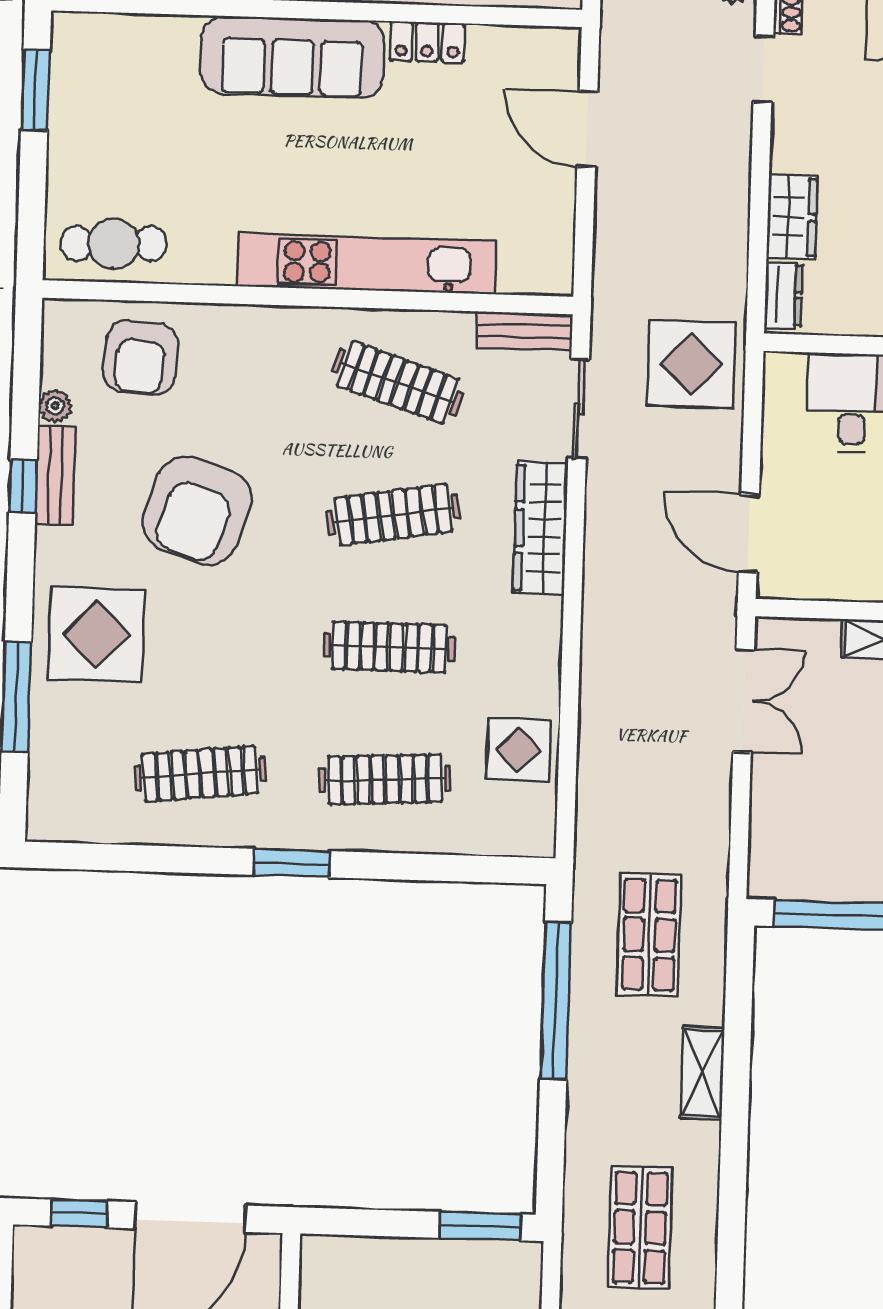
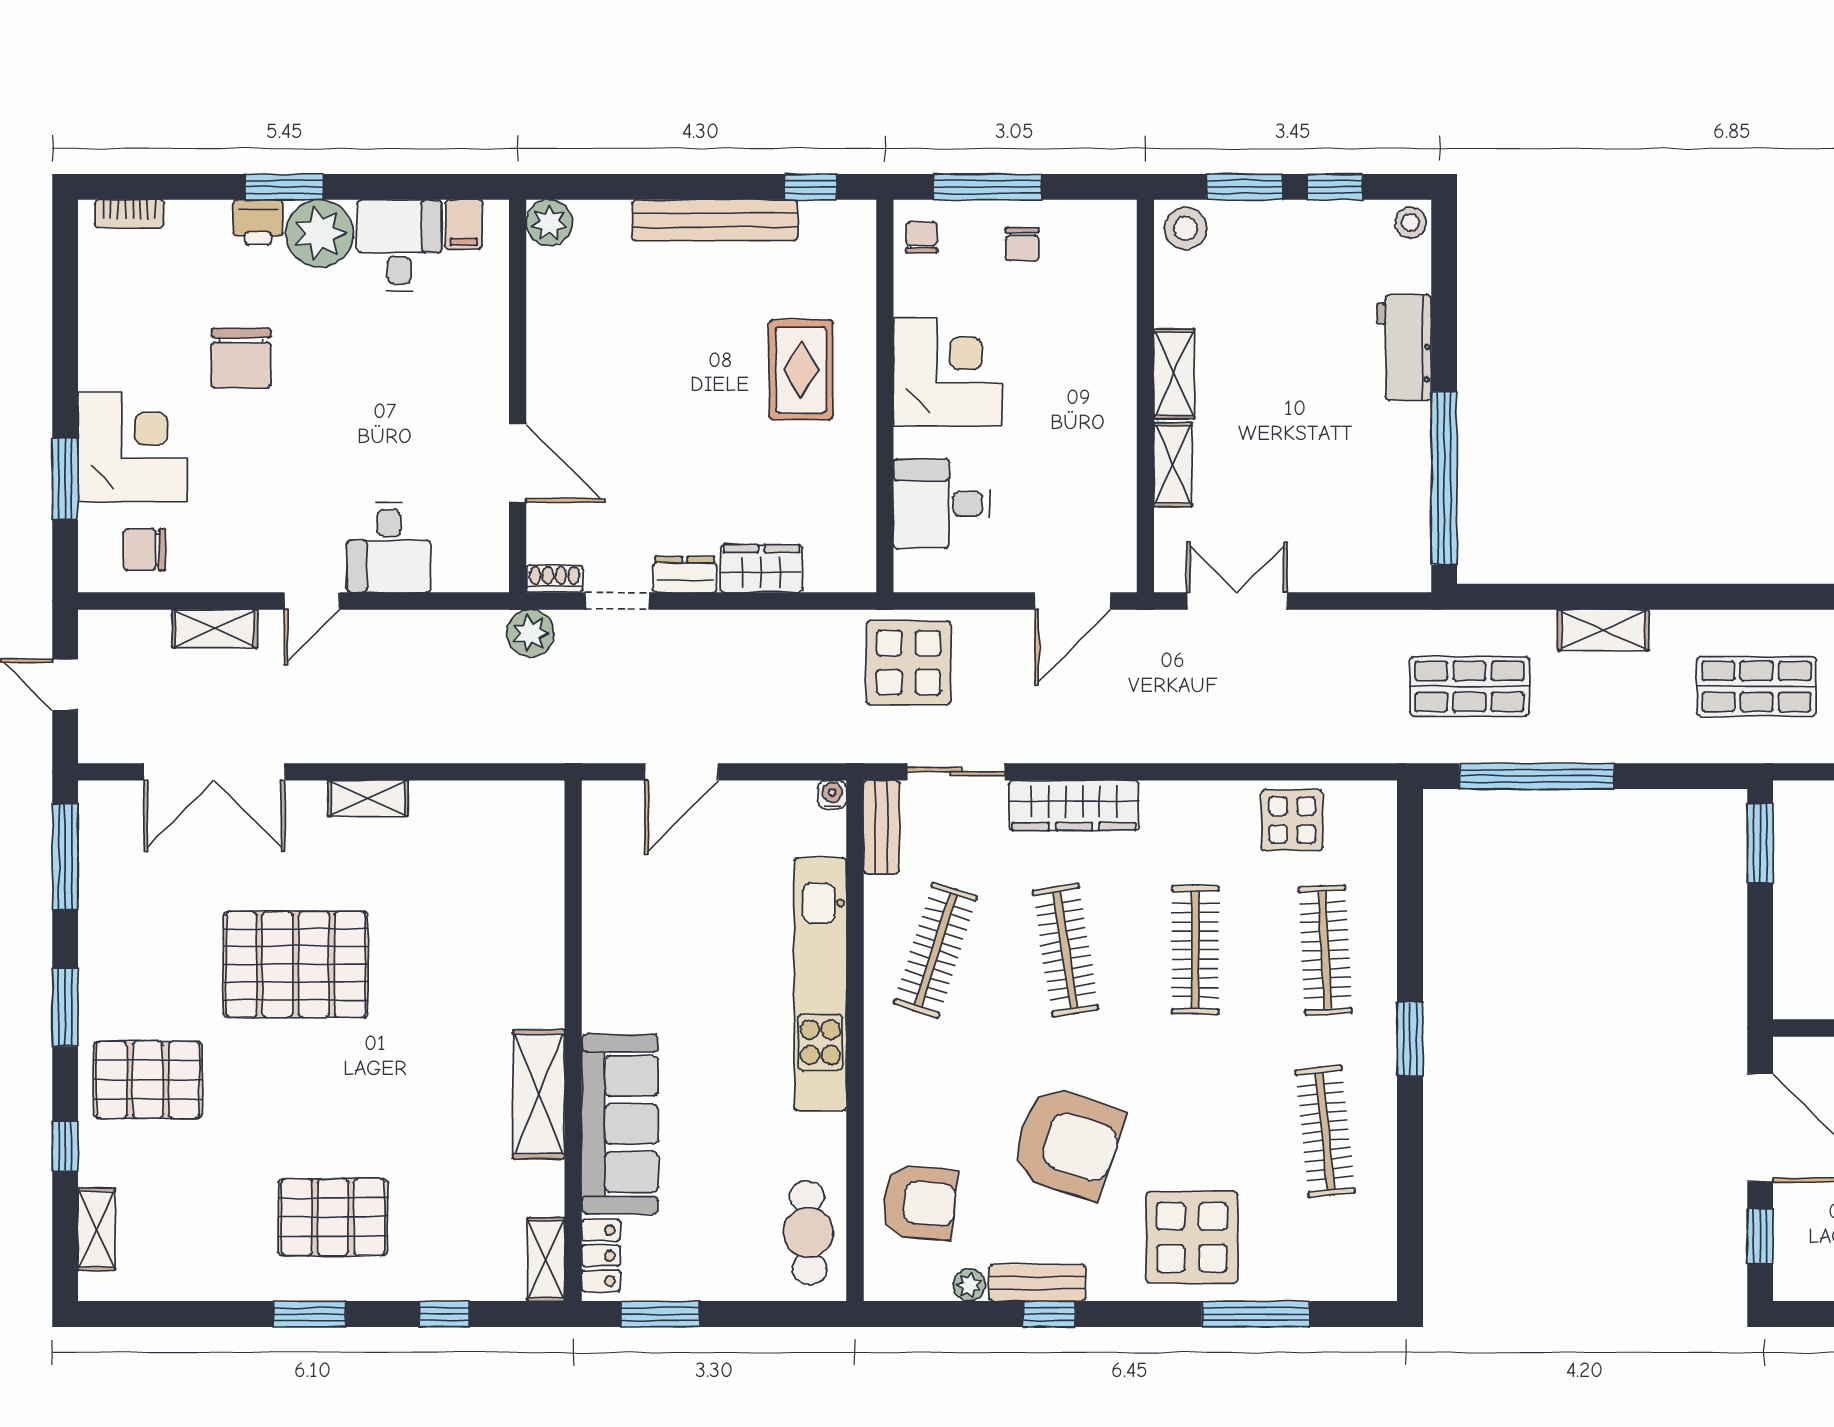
locker: (427, 42) -> (601, 1256), moved
sofa: (293, 57) -> (620, 1124), moved
water cooler: (559, 282) -> (832, 795), added
dresser: (784, 295) -> (685, 574), moved

